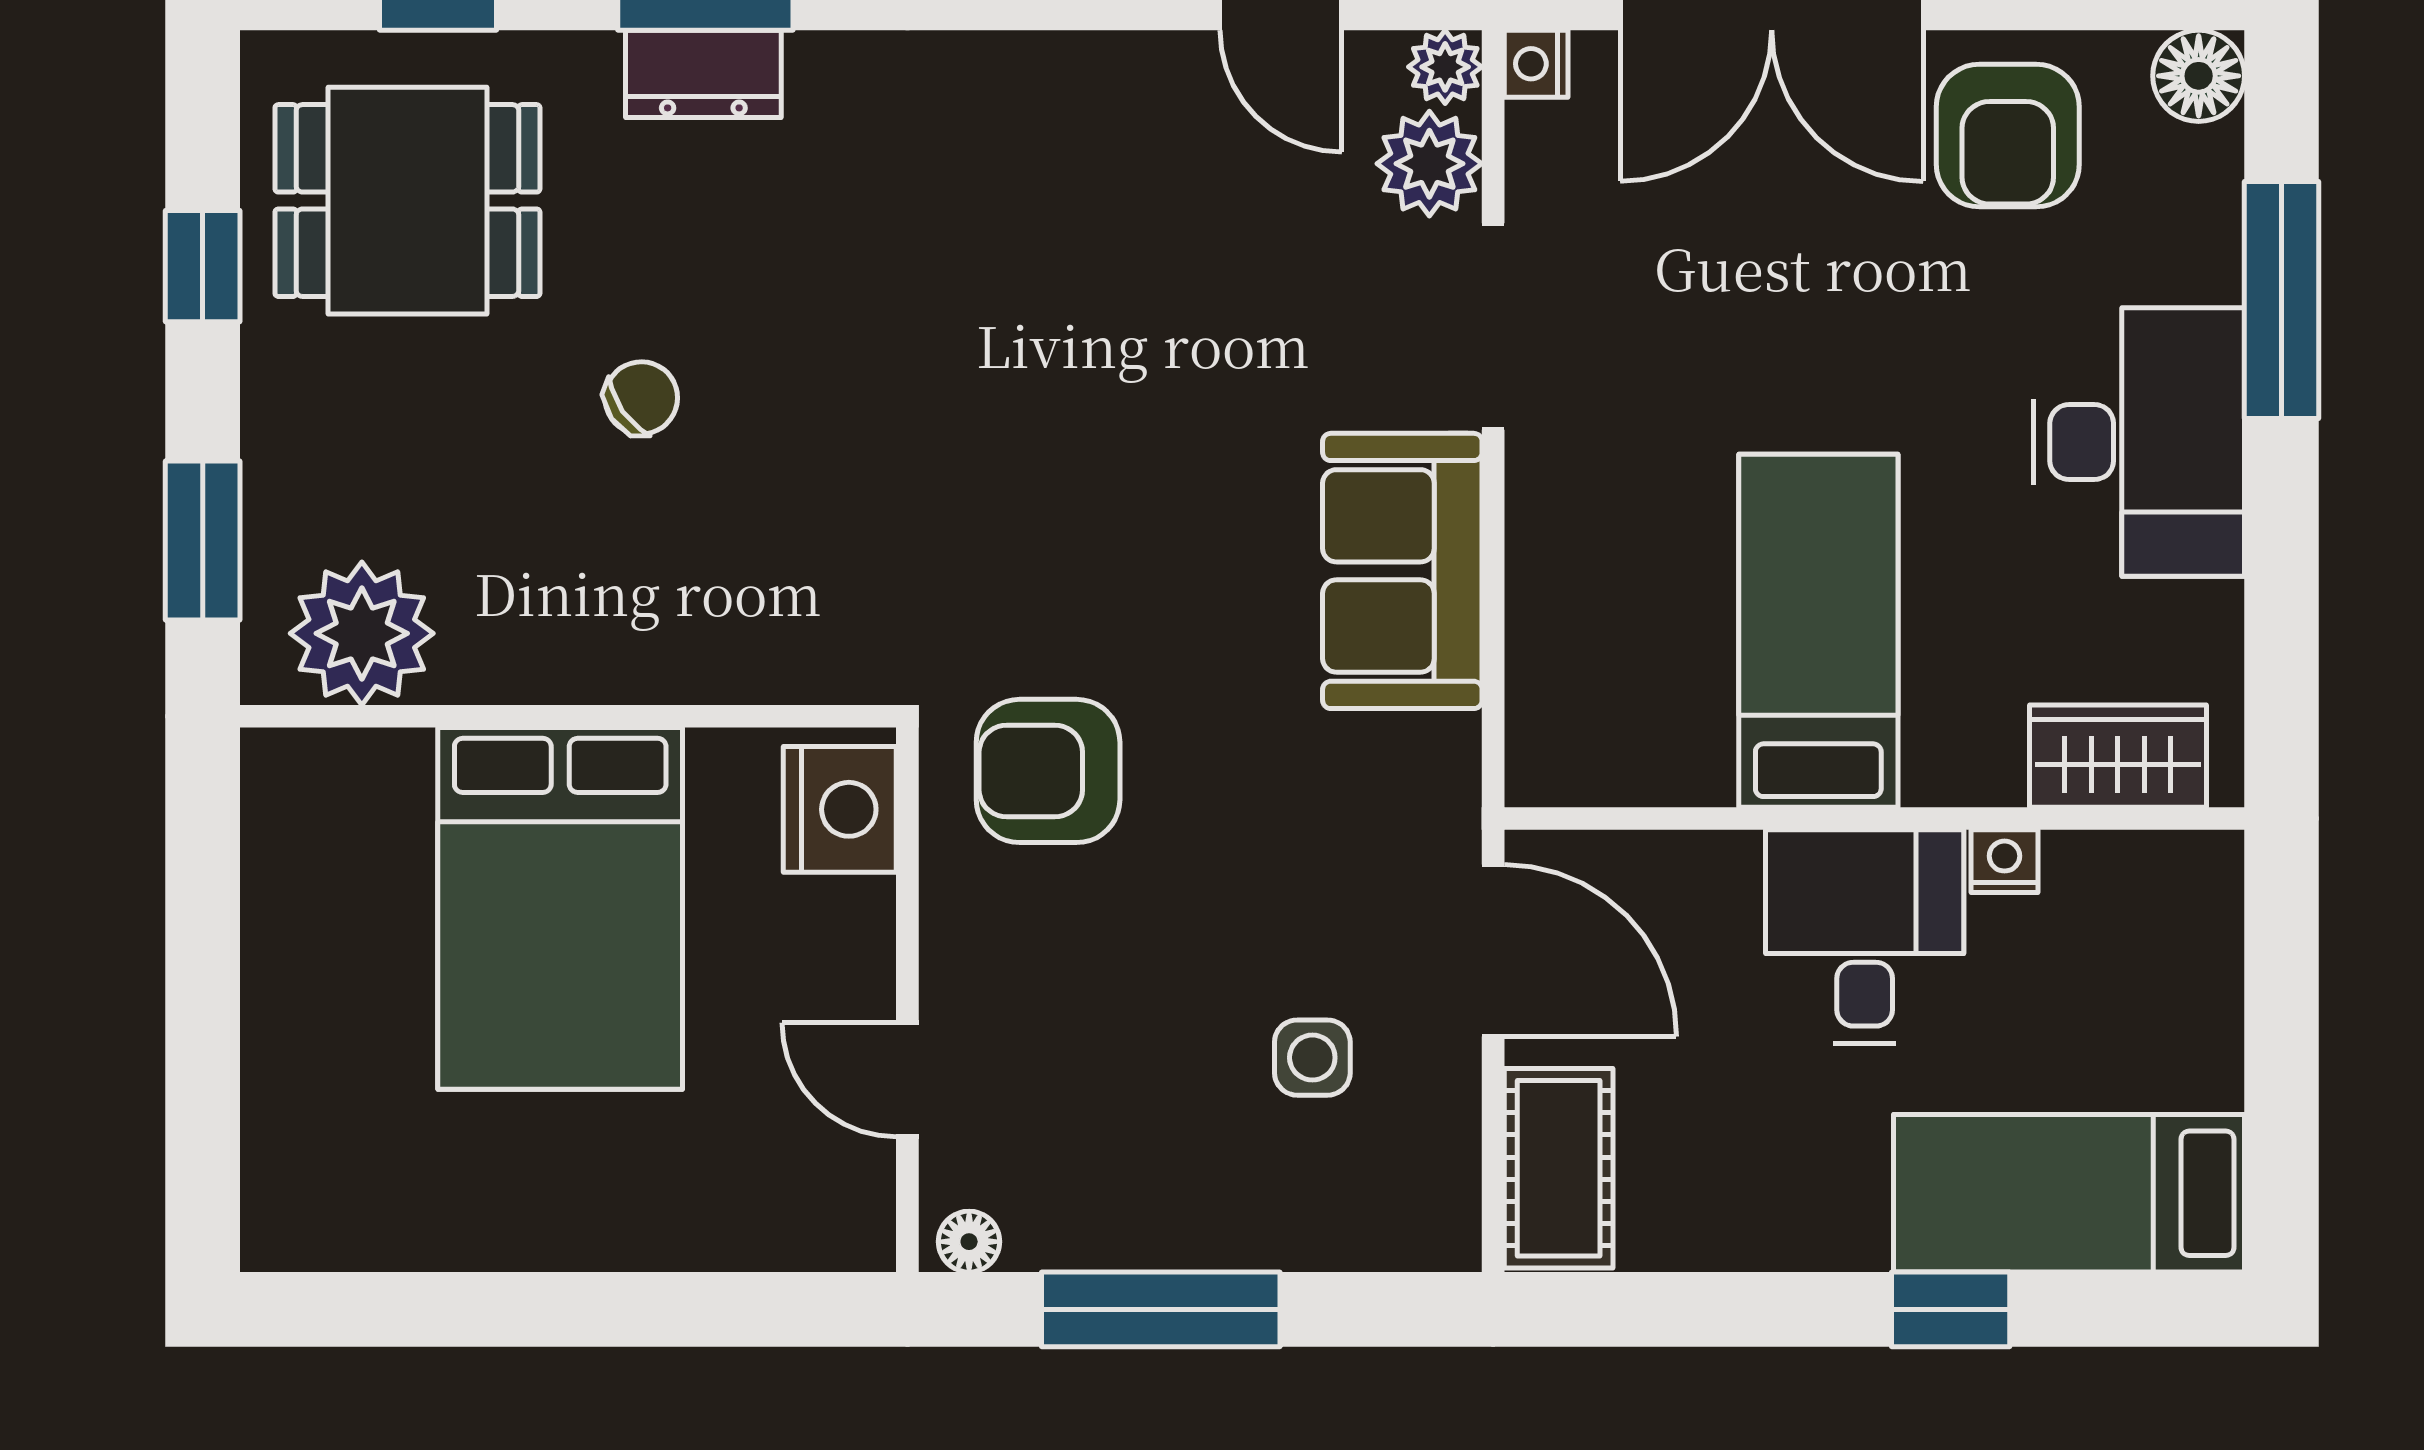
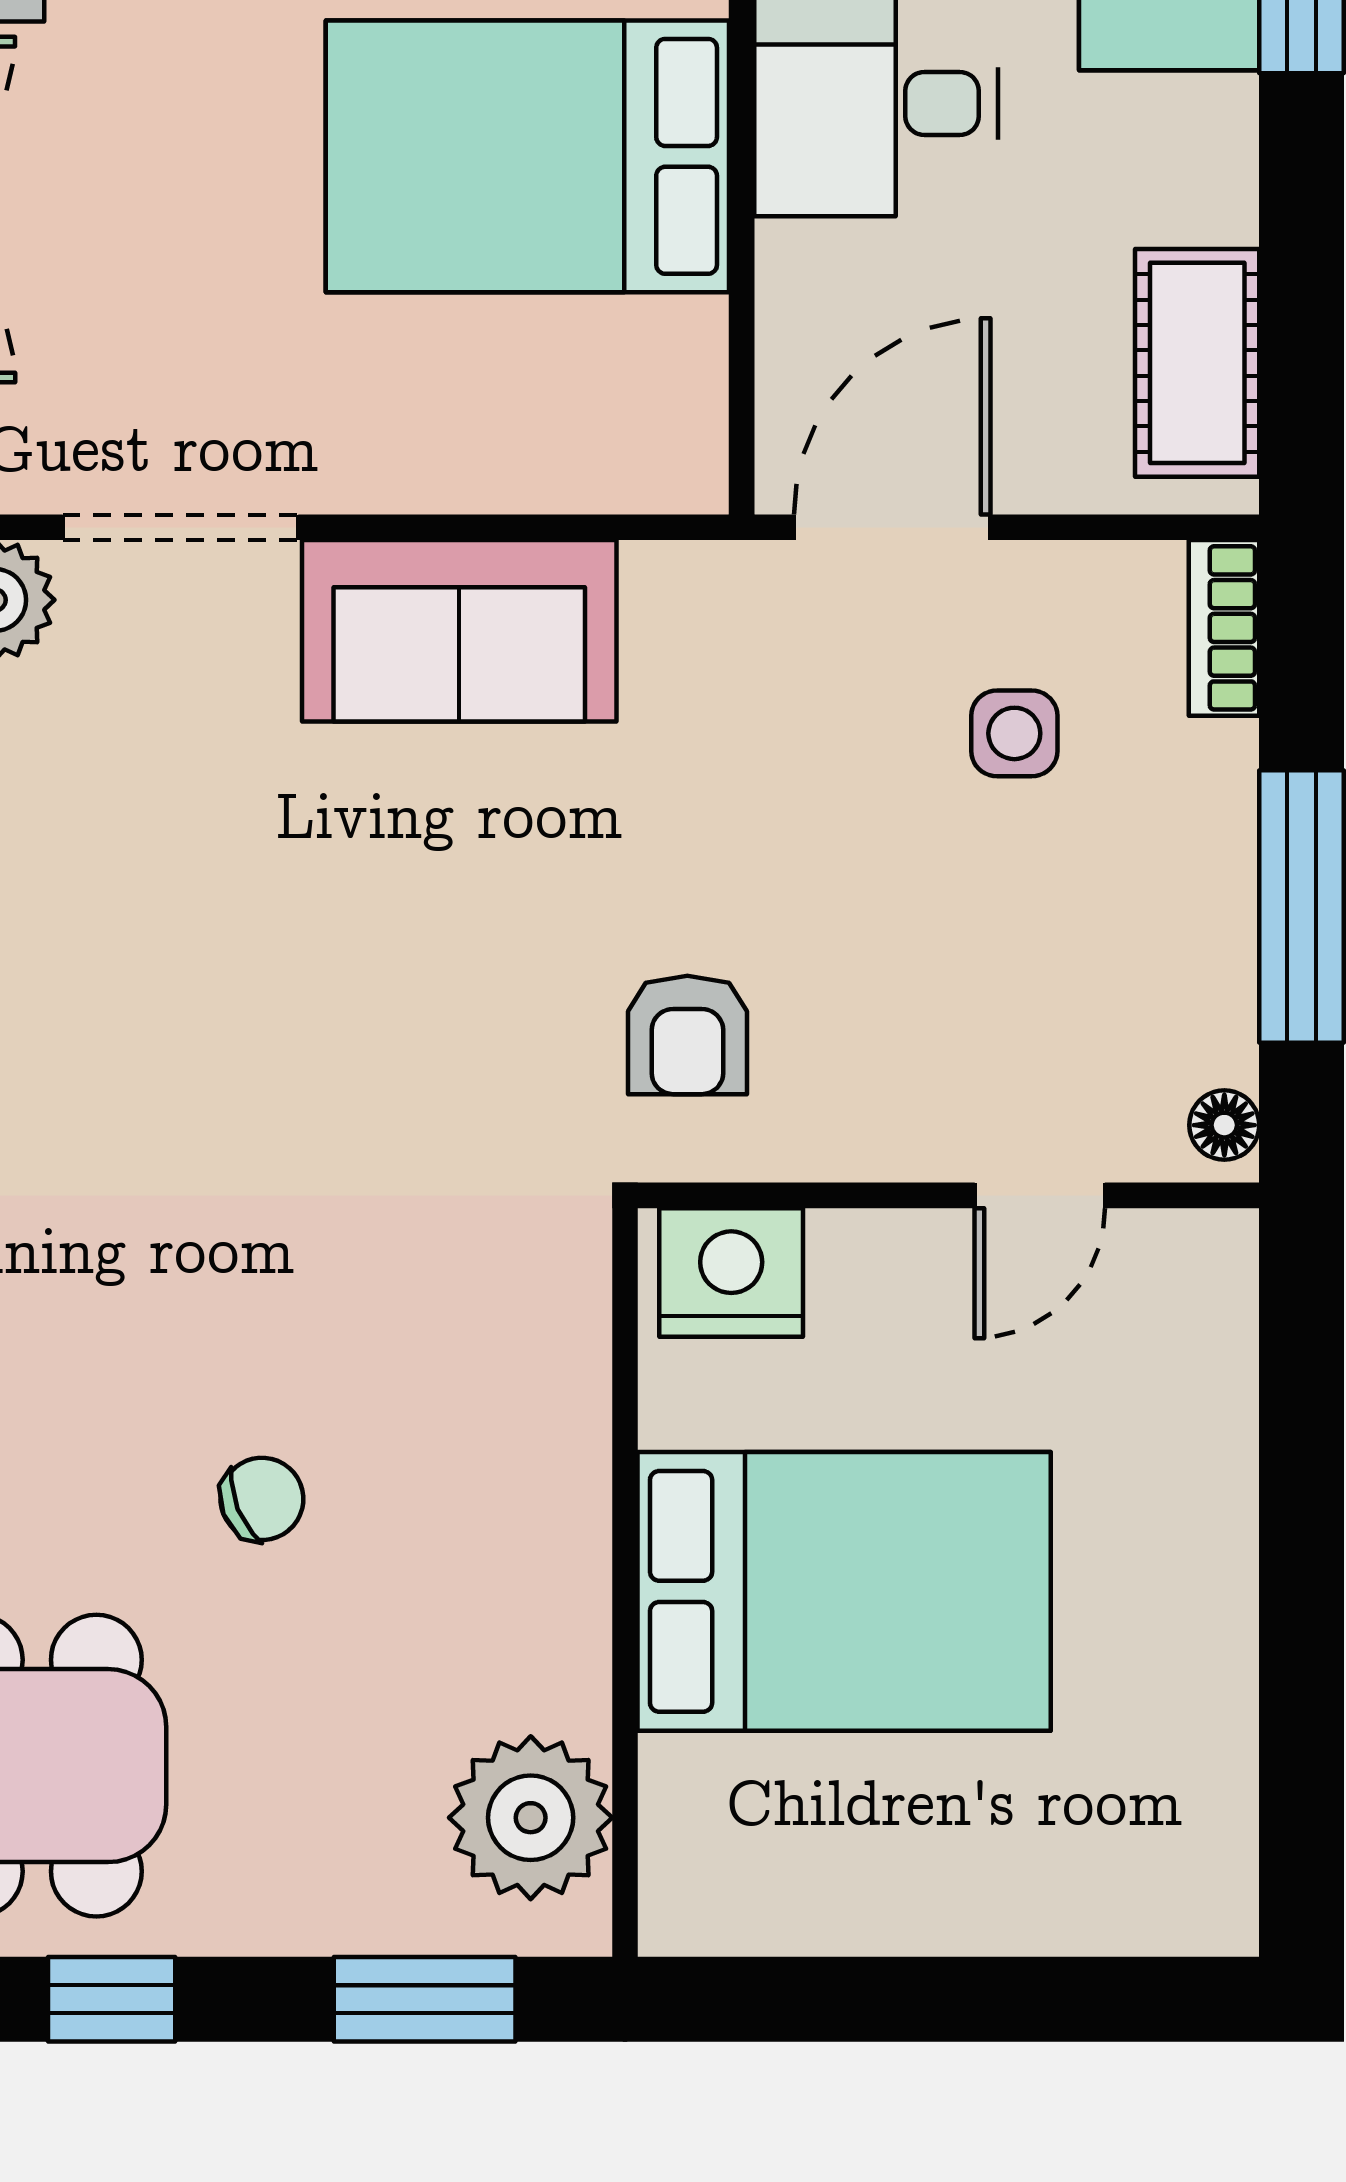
chair: (641, 398) -> (262, 1499), turned 103
bed: (1818, 631) -> (527, 156), width x1.50
armchair: (1048, 771) -> (687, 1035), width x0.72, depth x0.72
cot: (1559, 1168) -> (1197, 363), moved, turned 90
bookcase: (1405, 1241) -> (1224, 628), added

